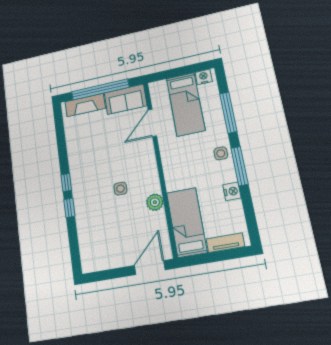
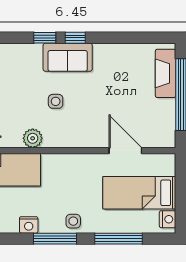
sofa: (126, 99) -> (68, 57), moved, turned -90

